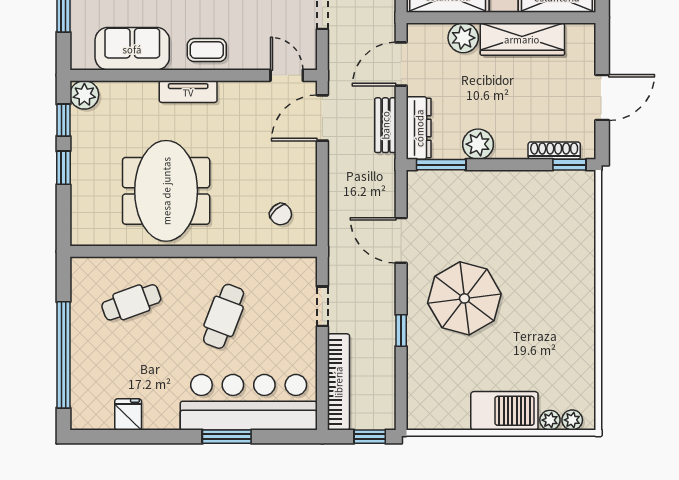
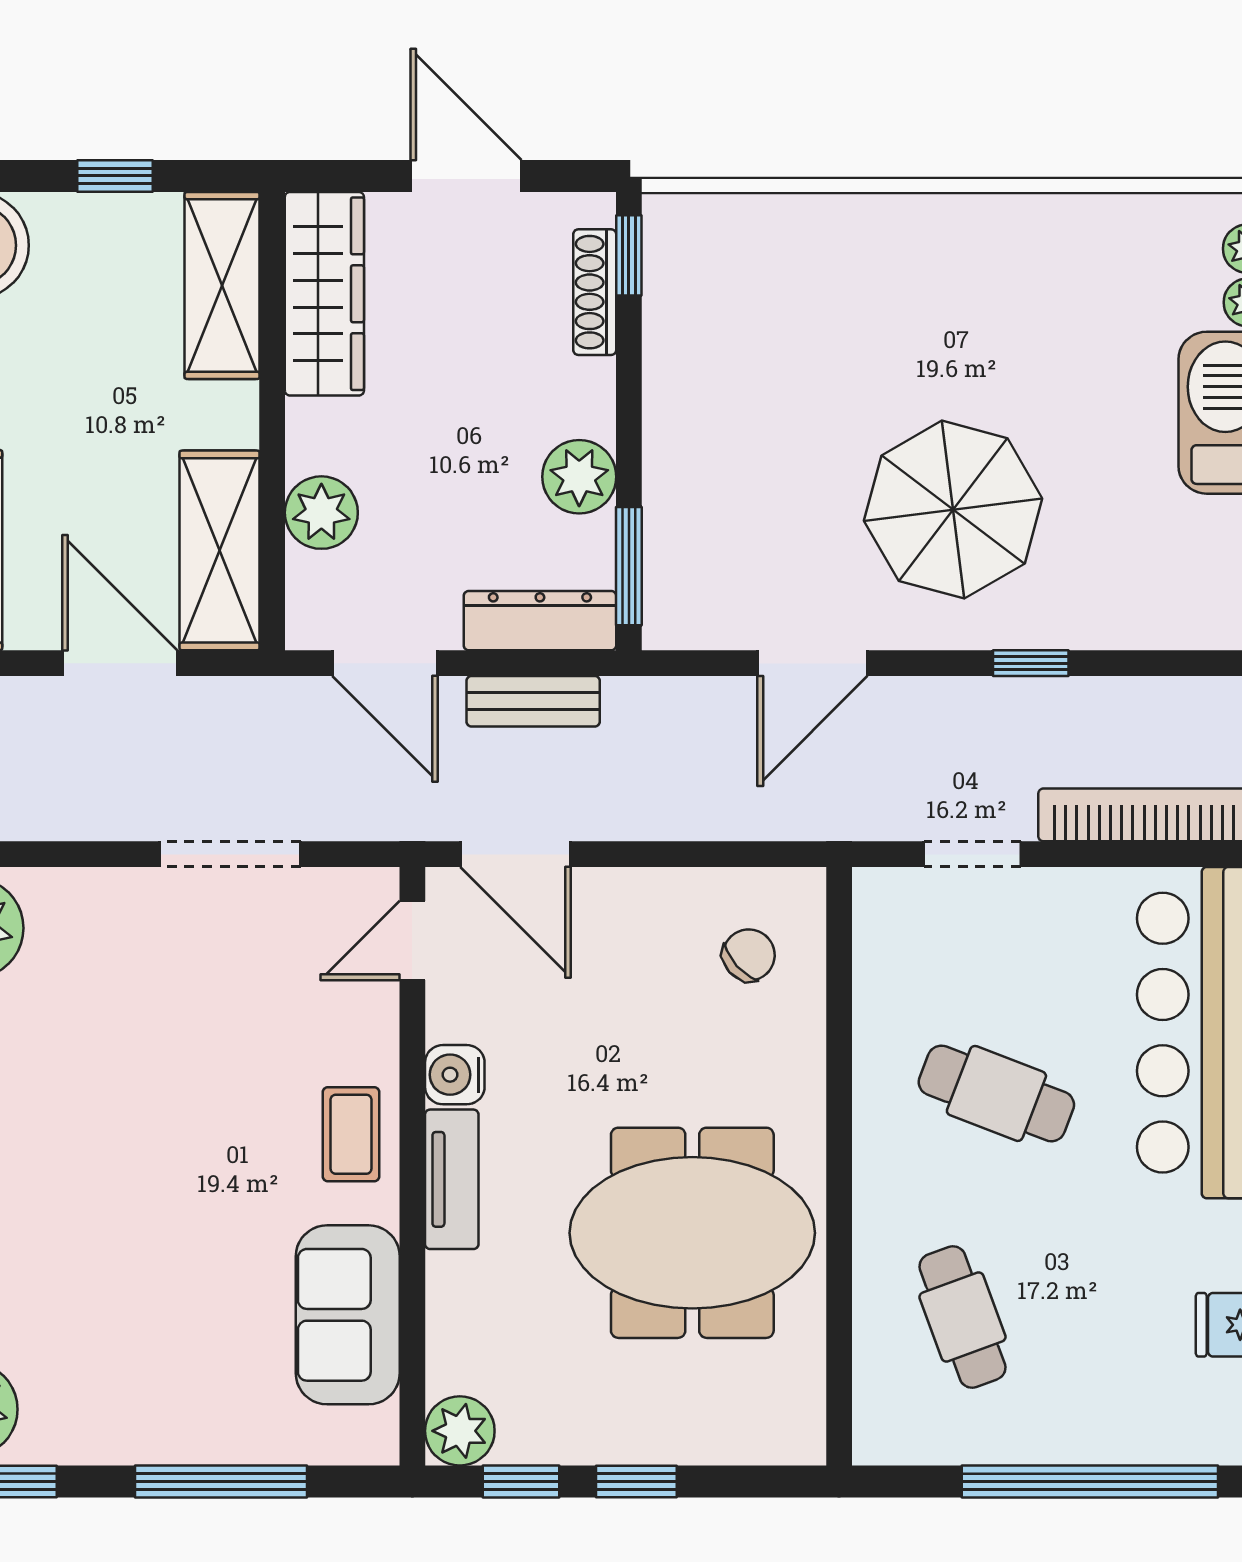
wardrobe: (522, 39) -> (324, 294), moved
water cooler: (231, 93) -> (455, 1075), added

